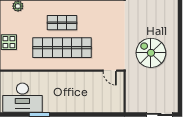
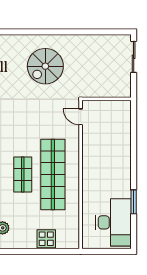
spiral stairs: (151, 53) -> (45, 66), moved
door: (110, 71) -> (81, 117), swing flipped

